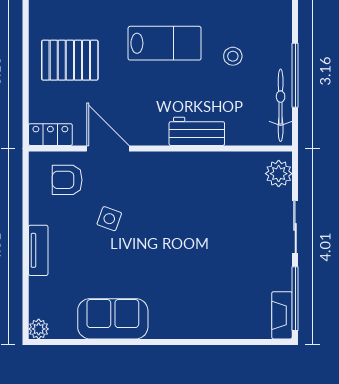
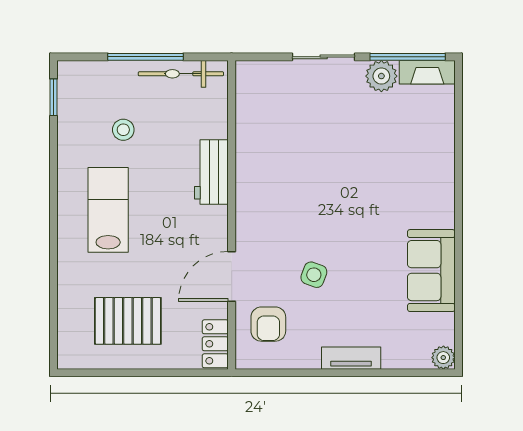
pallet: (70, 60) -> (128, 321), turned 90
plant: (279, 174) -> (381, 76), moved

